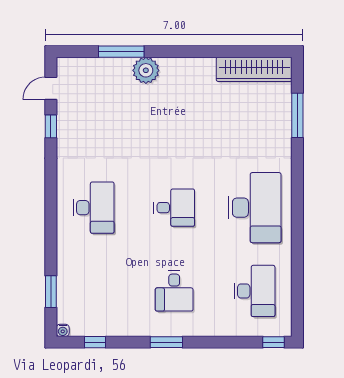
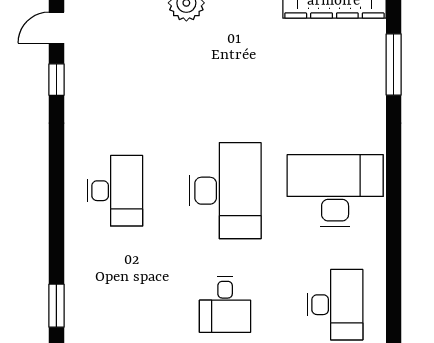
desk: (174, 208) -> (225, 191), width x1.87, depth x1.30
desk: (255, 208) -> (335, 191), turned -90

